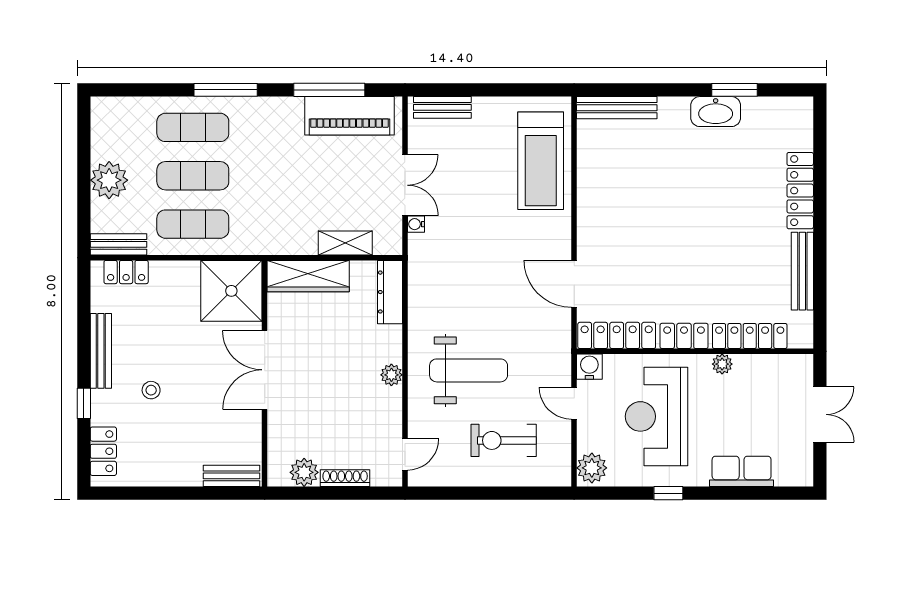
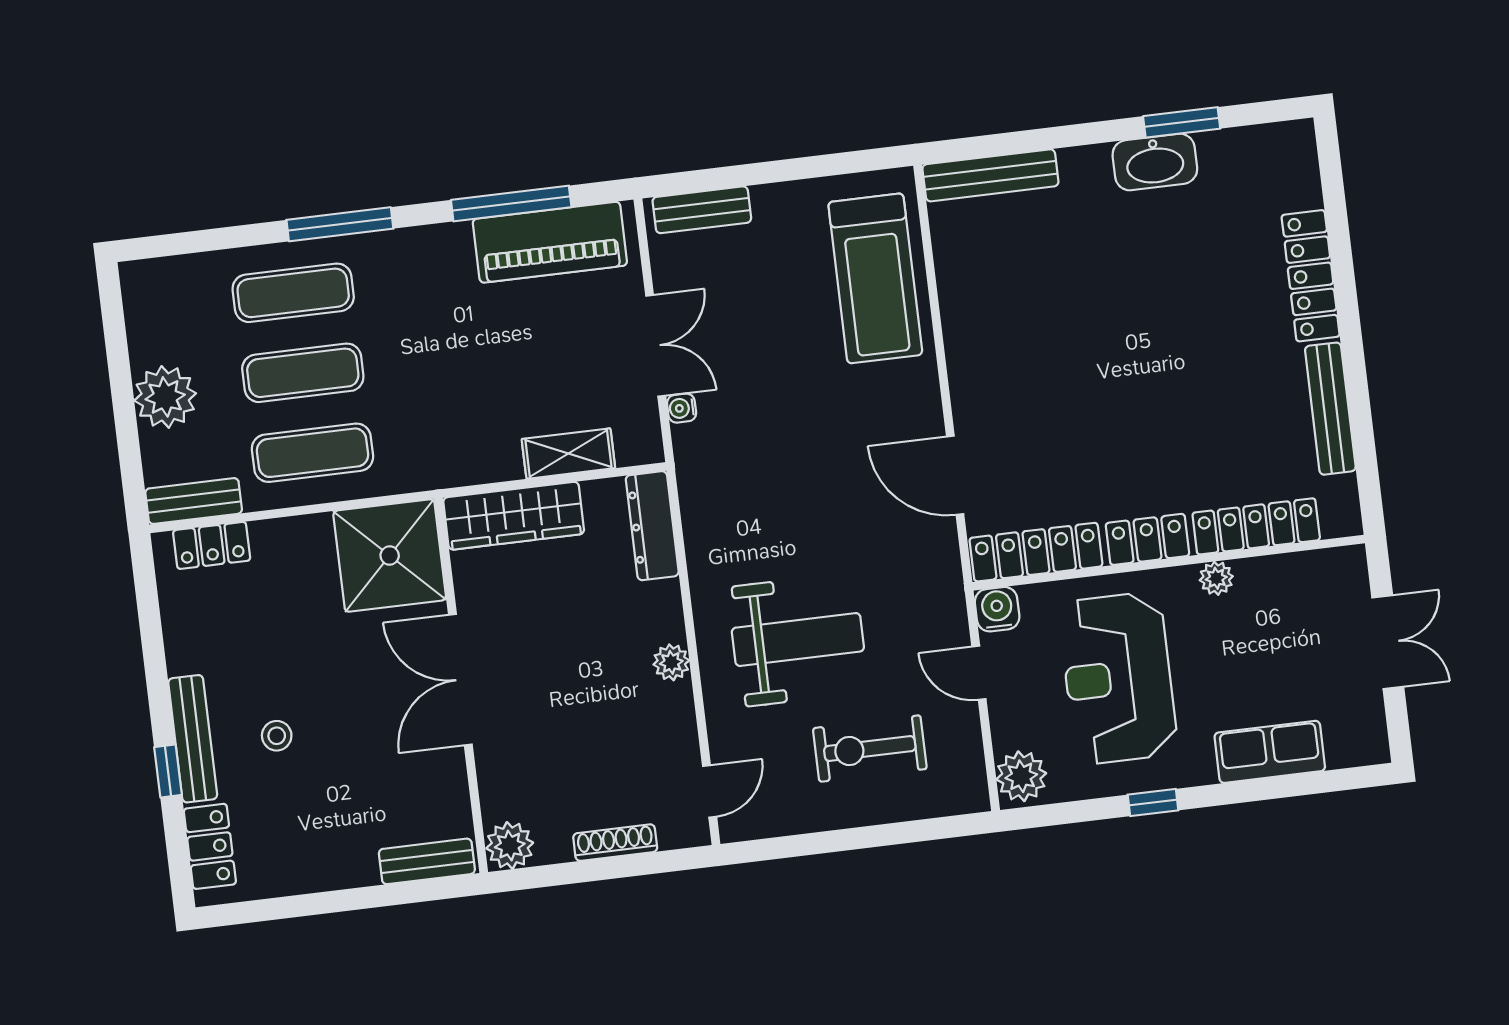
bench: (101, 351) -> (193, 739), moved
plant: (304, 472) -> (510, 846), moved

